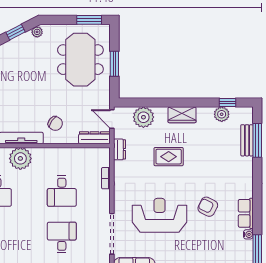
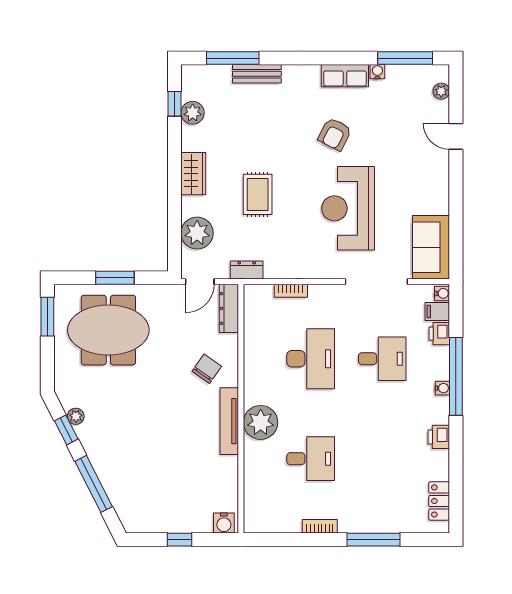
plant: (37, 32) -> (76, 416), moved
bench: (247, 140) -> (257, 74), moved
desk: (62, 191) -> (311, 359), width x1.37
desk: (62, 238) -> (382, 359), turned 180

